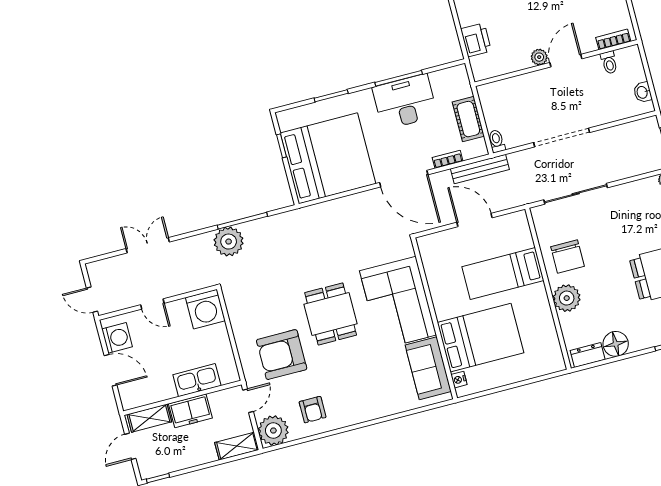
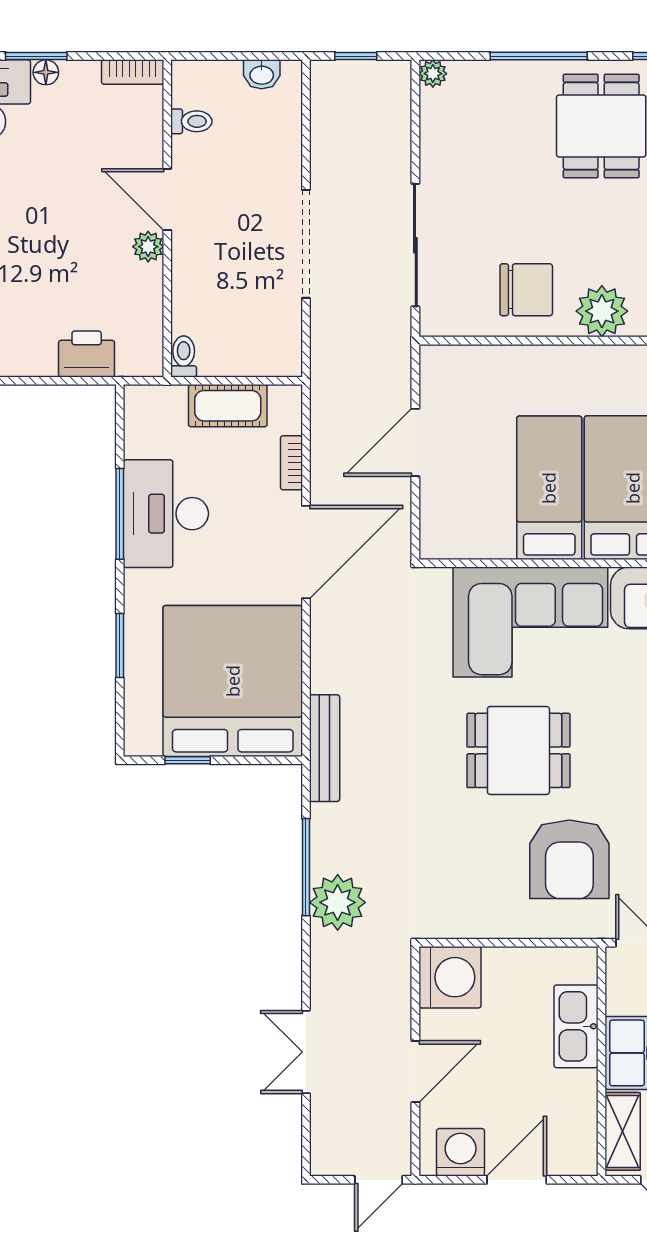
bookcase: (613, 39) -> (133, 72), moved, turned -90
toilet: (497, 141) -> (184, 356), moved, turned 90
bench: (480, 169) -> (325, 748), moved
bed: (503, 274) -> (549, 488), moved, turned 180
door: (152, 304) -> (415, 1072), width x1.38

